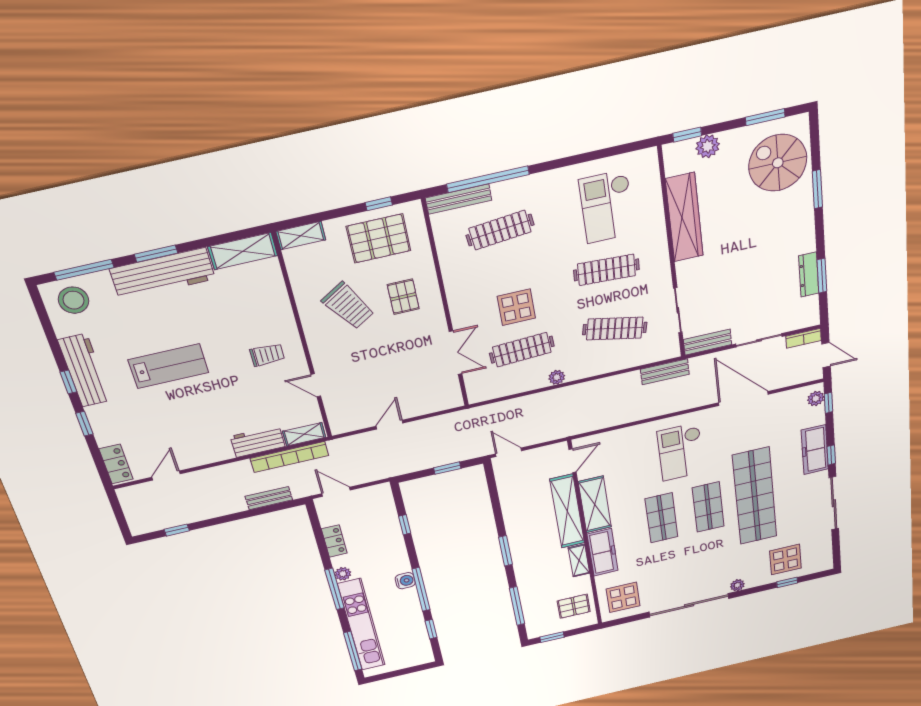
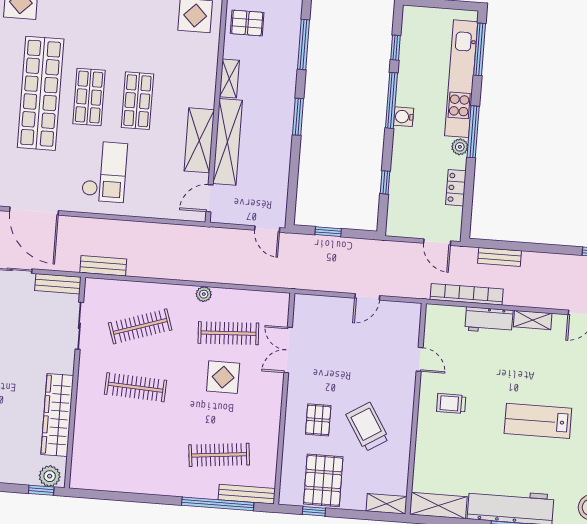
plant: (708, 146) -> (50, 476), moved
checkout: (607, 207) -> (123, 447), removed
pallet: (379, 238) -> (323, 480), turned 90
clothes rail: (615, 329) -> (140, 326), turned -30
shelving: (304, 434) -> (533, 320), moved
freezer: (603, 552) -> (204, 80), removed

